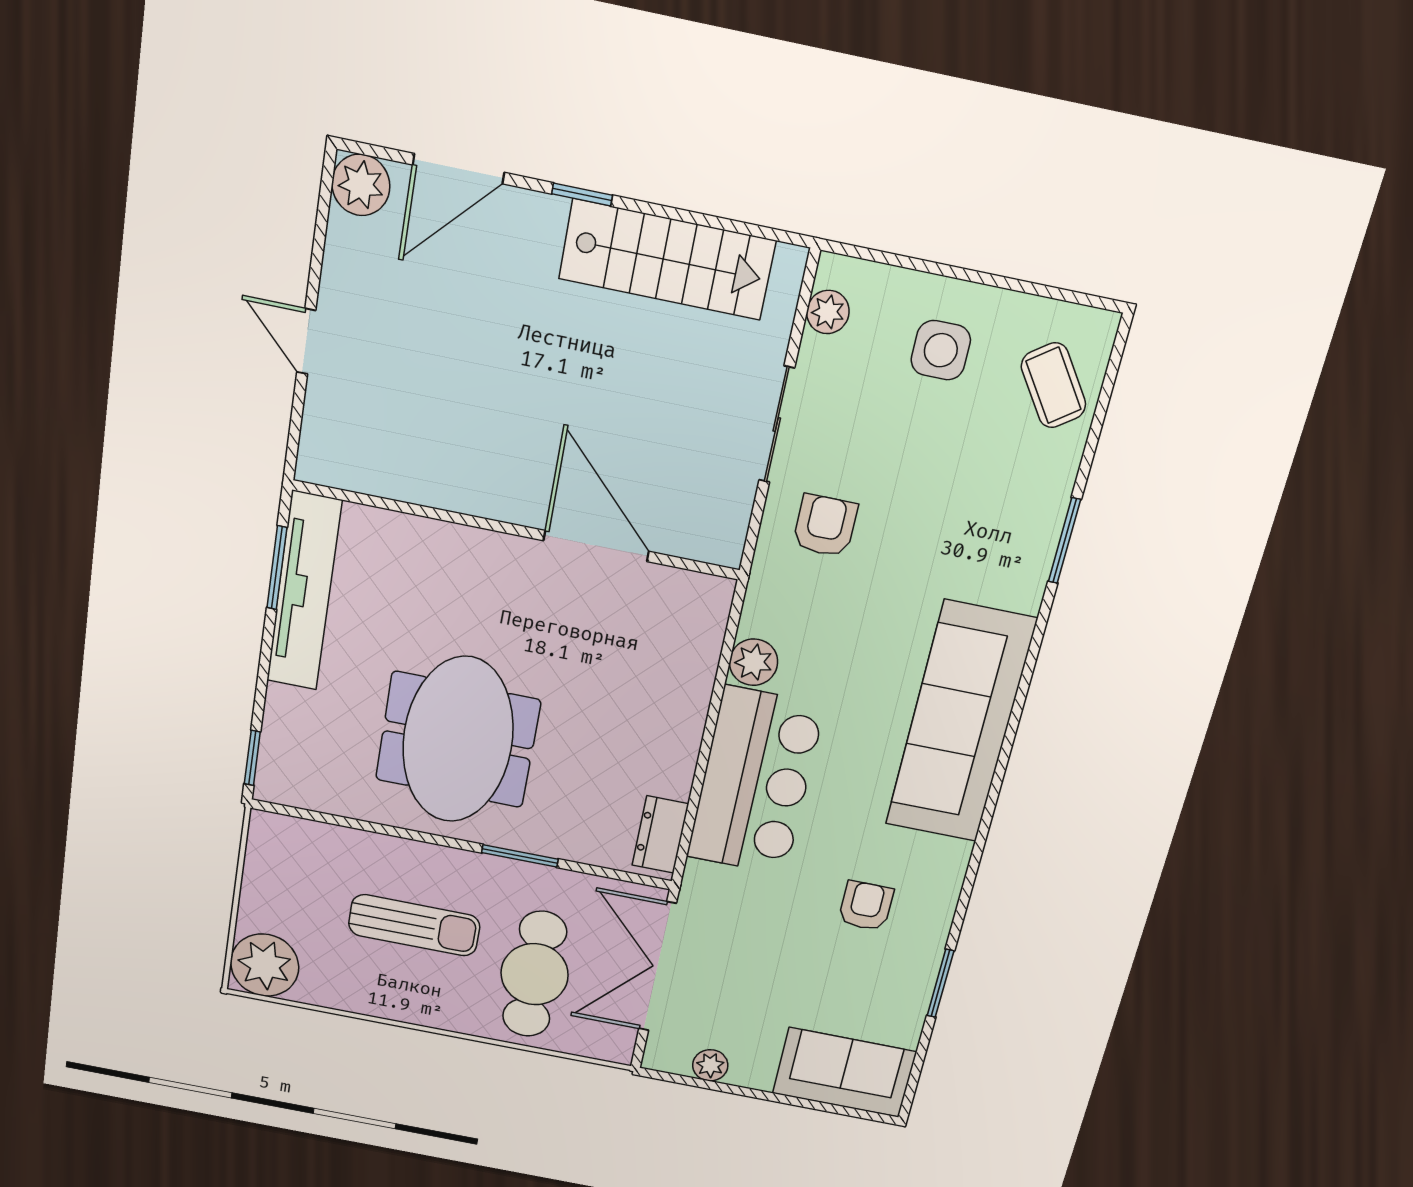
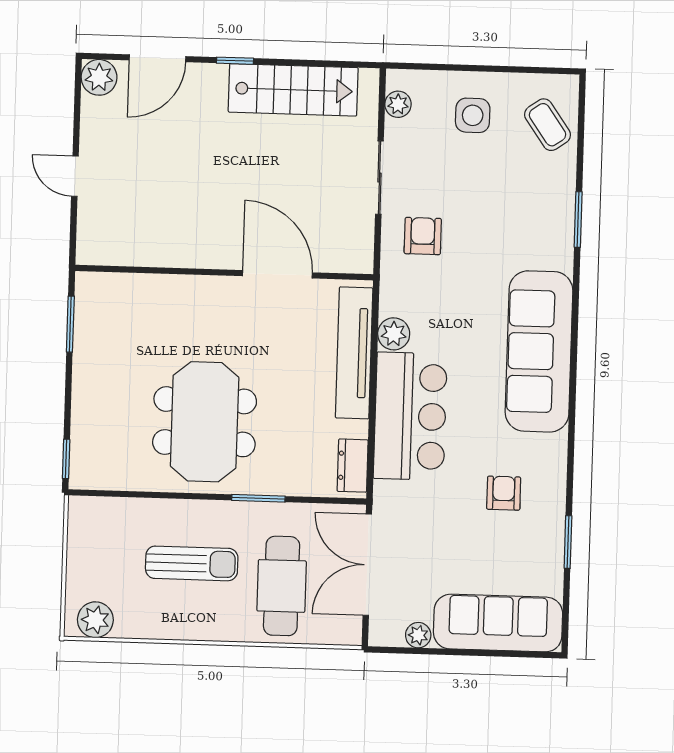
tv unit: (304, 591) -> (354, 353), moved, turned 180
plant: (265, 965) -> (95, 620), width x0.73, depth x0.73
sofa: (844, 1072) -> (498, 623), width x1.36

